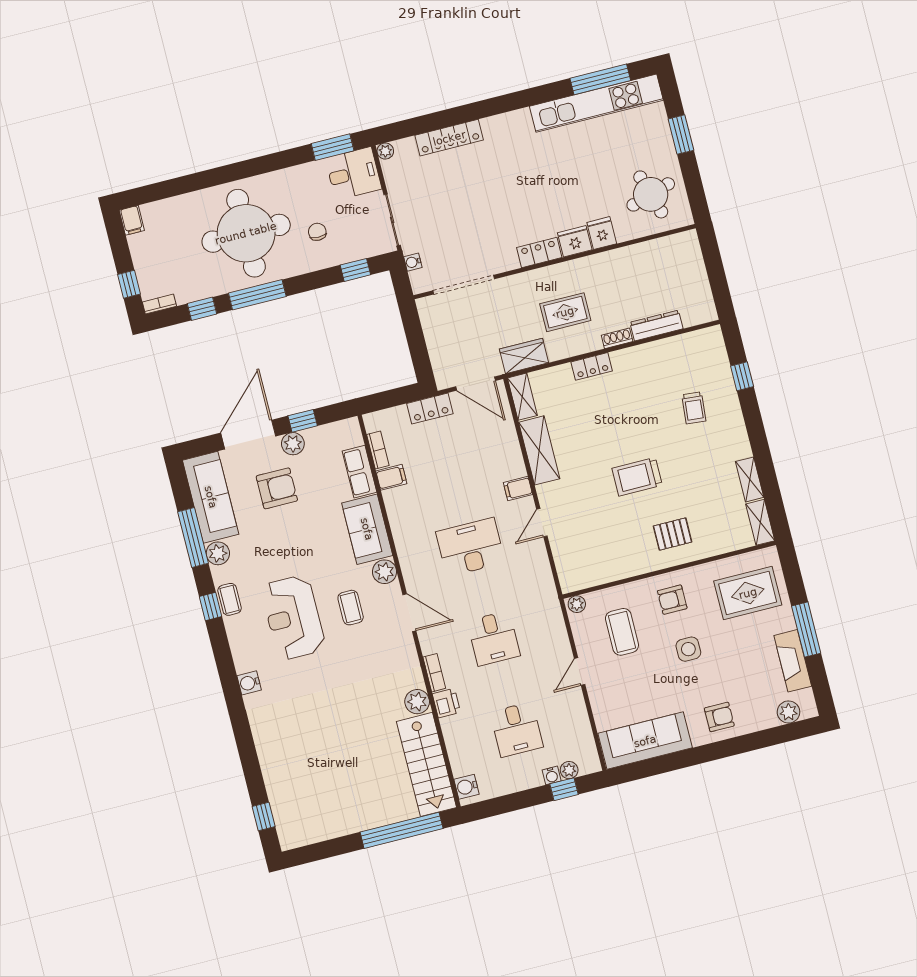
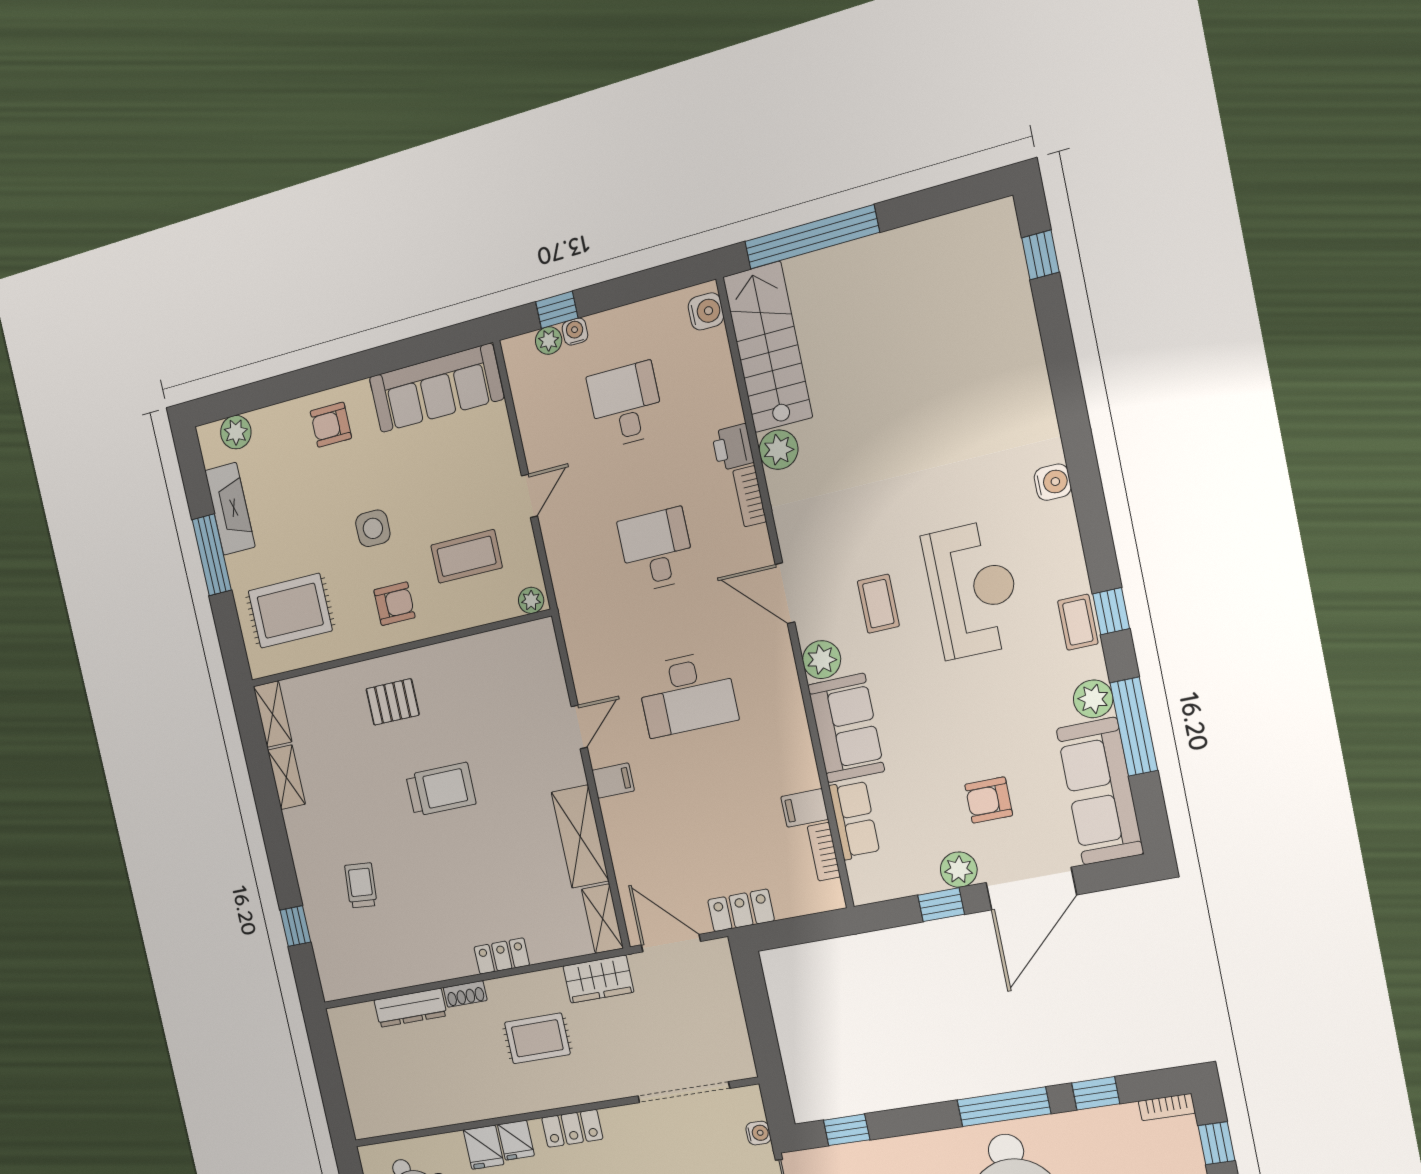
fridge: (575, 241) -> (516, 1140), width x0.72
armchair: (277, 488) -> (989, 800), width x0.72, depth x0.72
coffee table: (622, 632) -> (467, 556), turned 90

